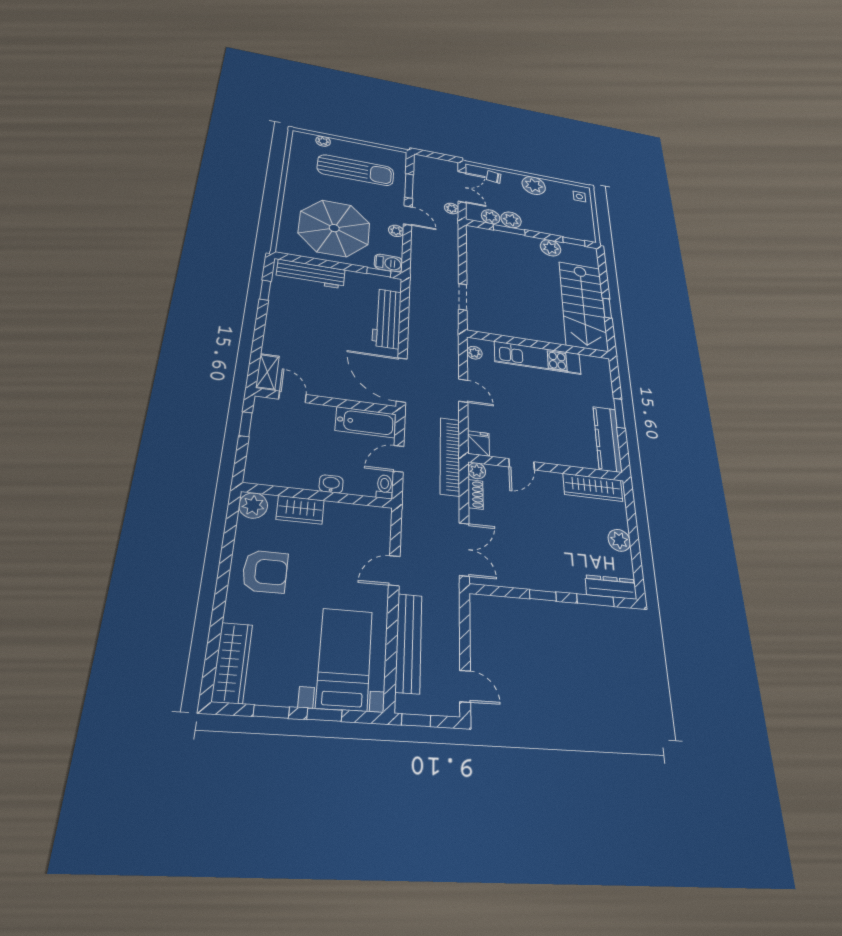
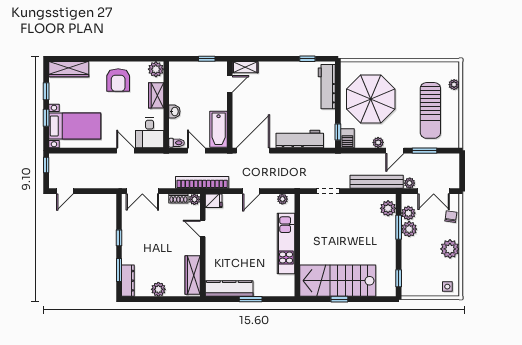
plant: (551, 248) -> (388, 208), moved
desk: (365, 527) -> (150, 133), added
bench: (409, 643) -> (377, 182), moved

